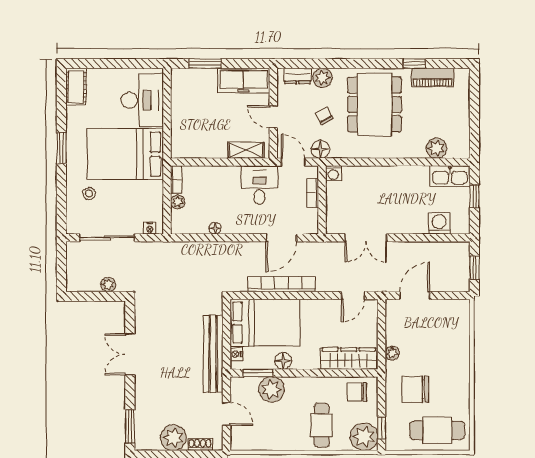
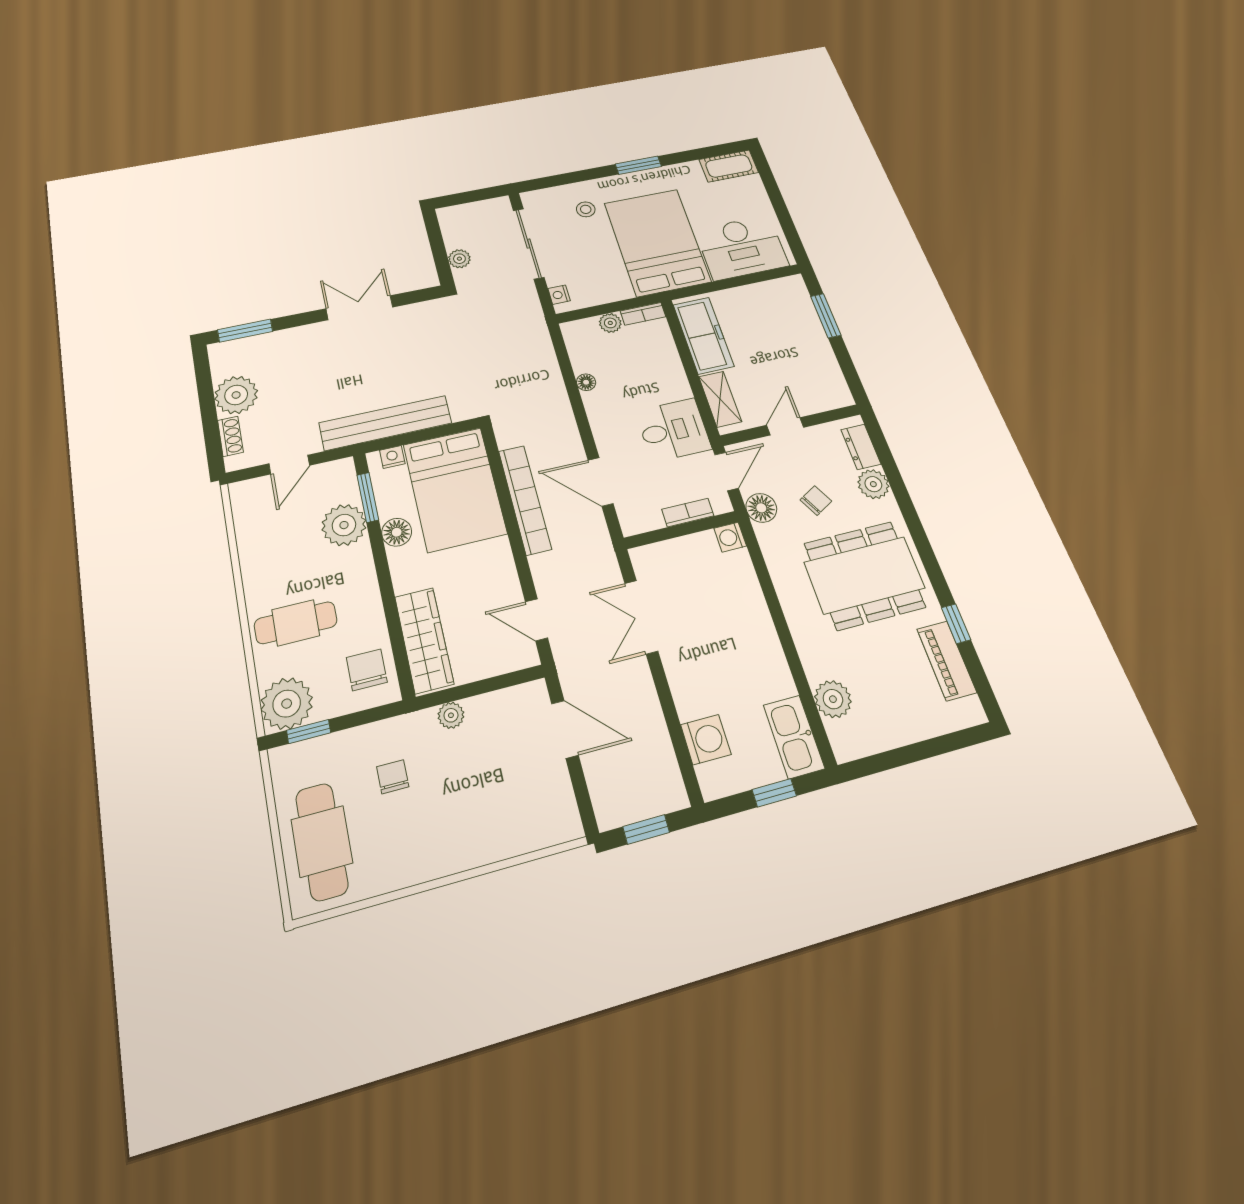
freezer: (244, 80) -> (703, 335), moved, turned 180
chair: (415, 389) -> (393, 777), width x0.54, depth x0.54

